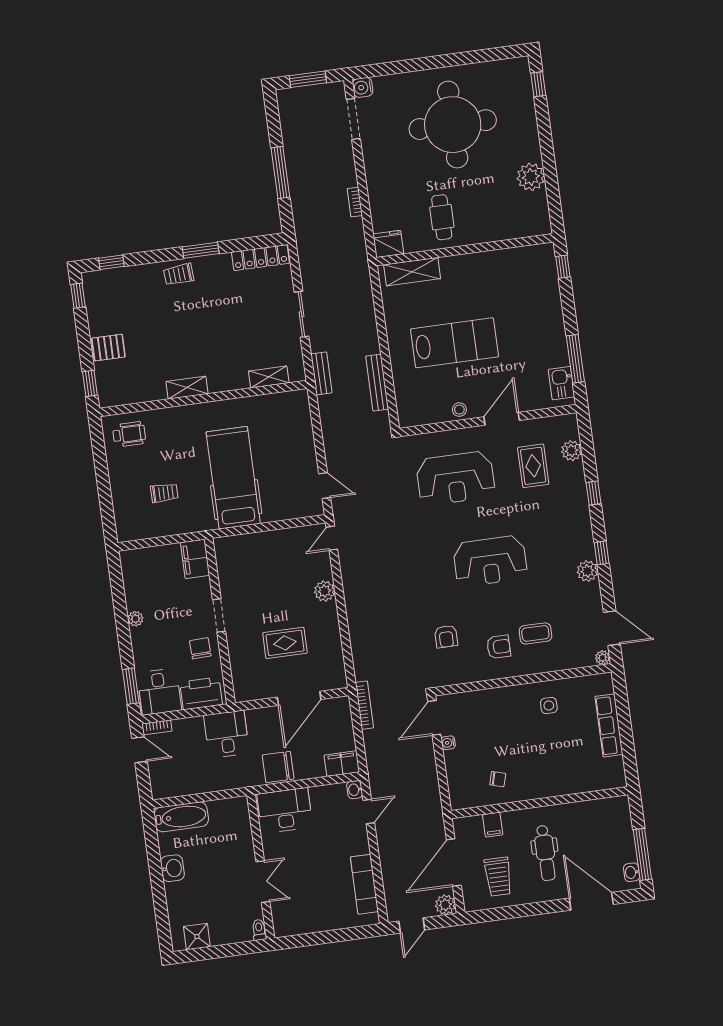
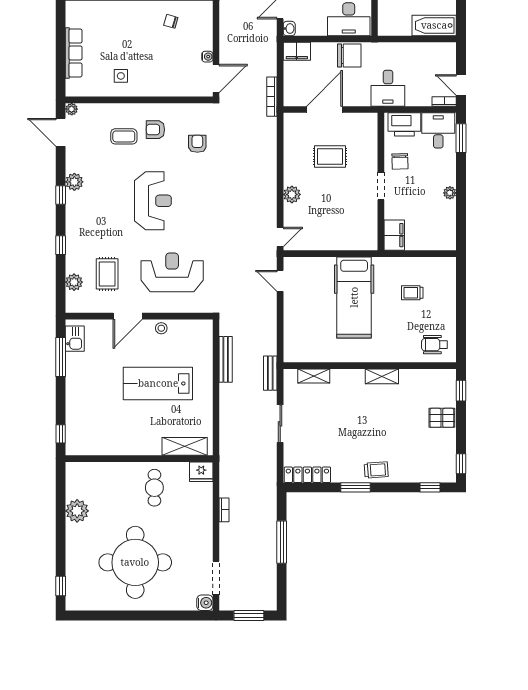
reception desk: (490, 561) -> (153, 201), turned 90

